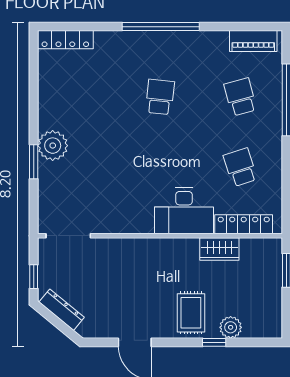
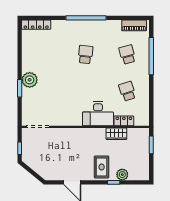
locker: (244, 224) -> (124, 121), width x0.66
dresser: (62, 310) -> (34, 165), removed

